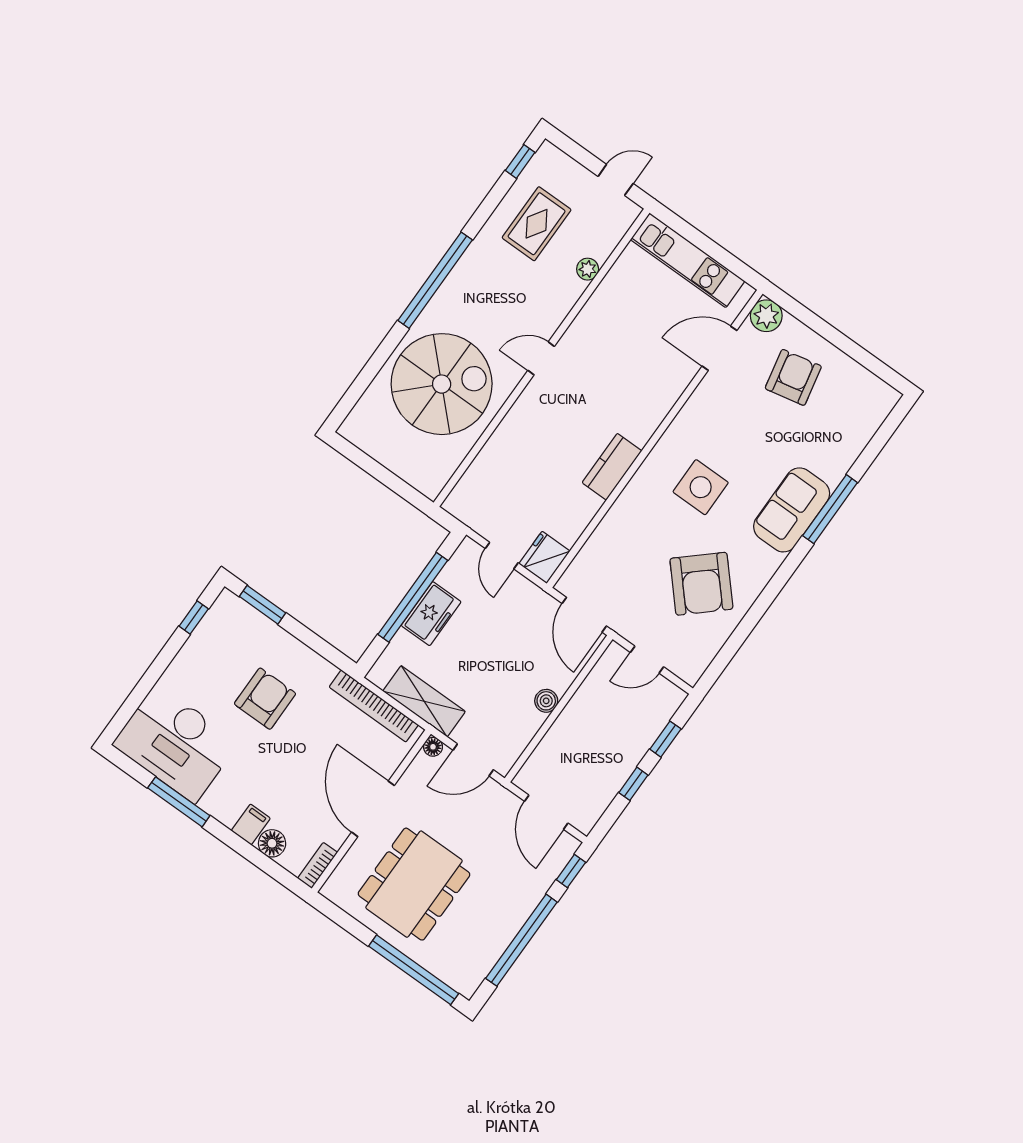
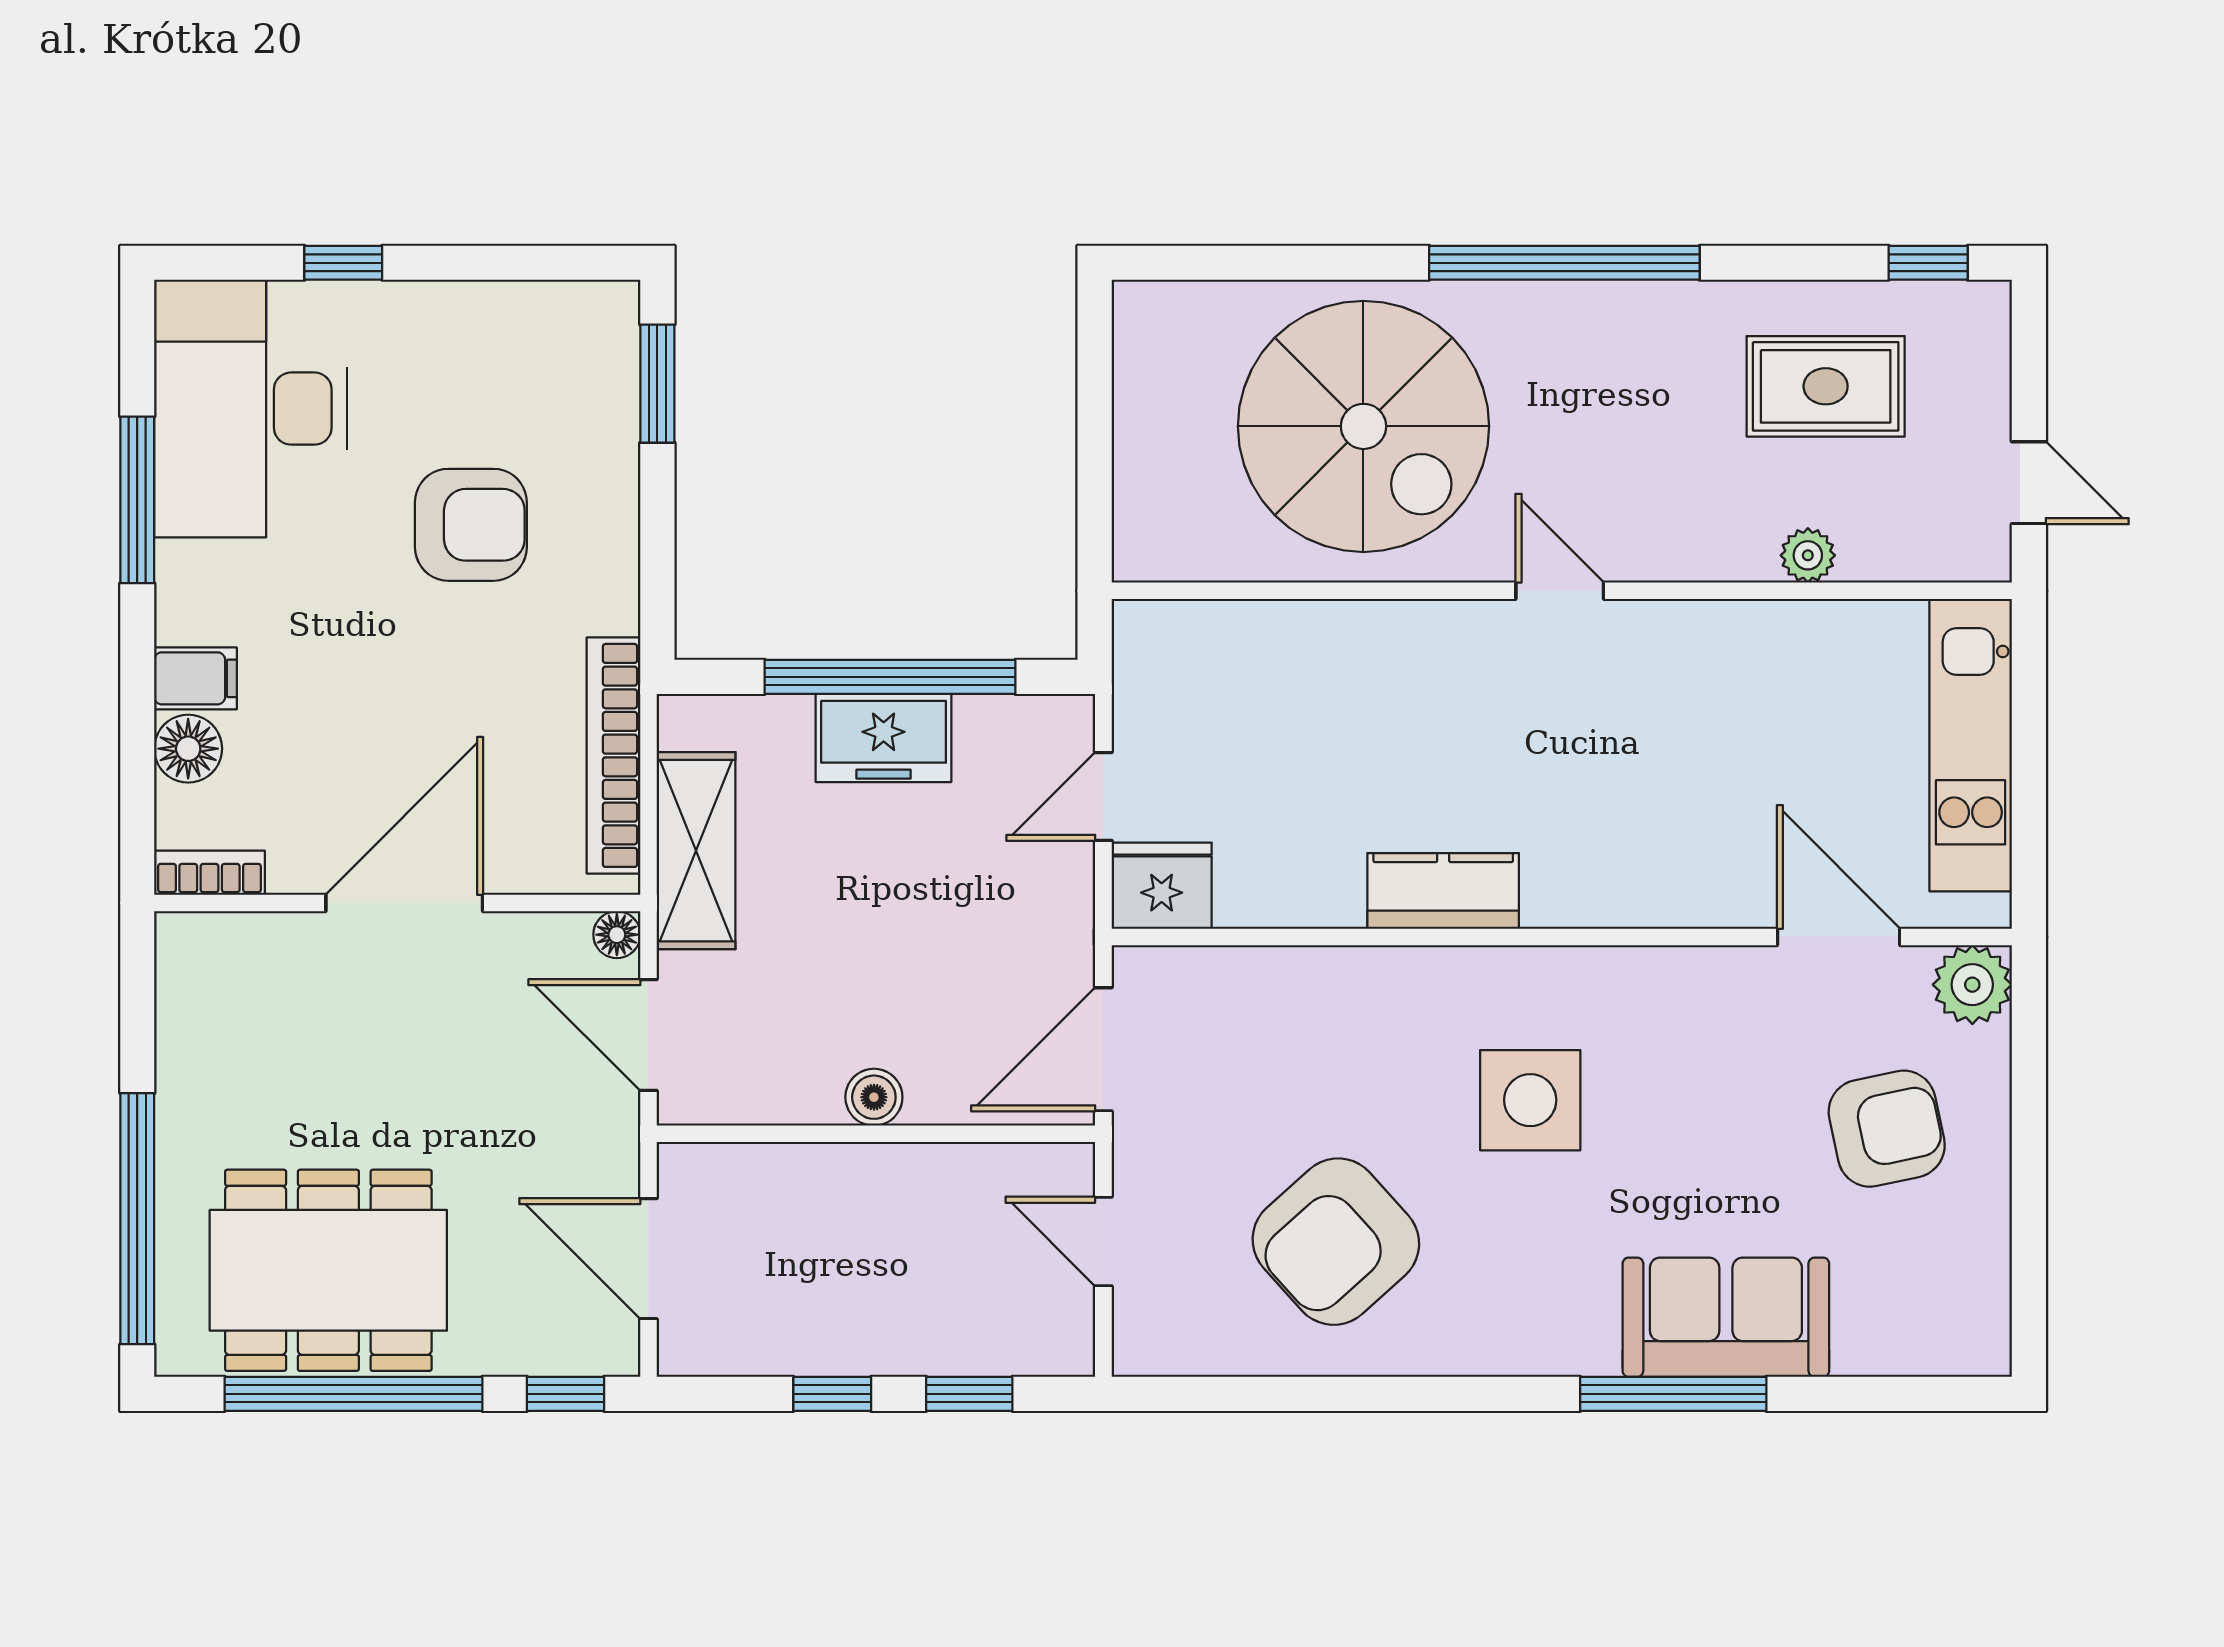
sofa: (792, 510) -> (1726, 1317), moved
window: (194, 617) -> (343, 263), moved
door: (546, 812) -> (648, 1259), hinge flipped
dining table: (414, 884) -> (328, 1270), moved

